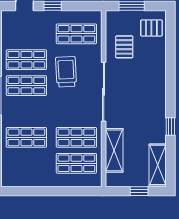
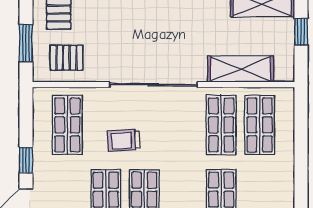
pallet: (124, 47) -> (66, 58), moved
trolley: (66, 72) -> (124, 140), width x0.73, depth x0.72

